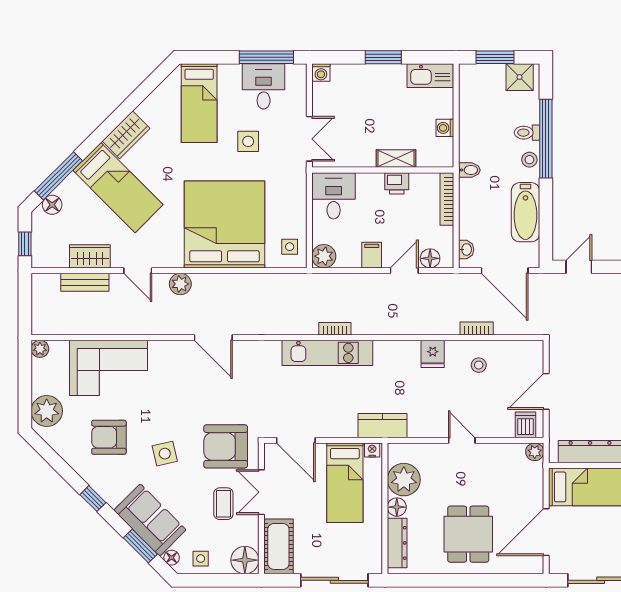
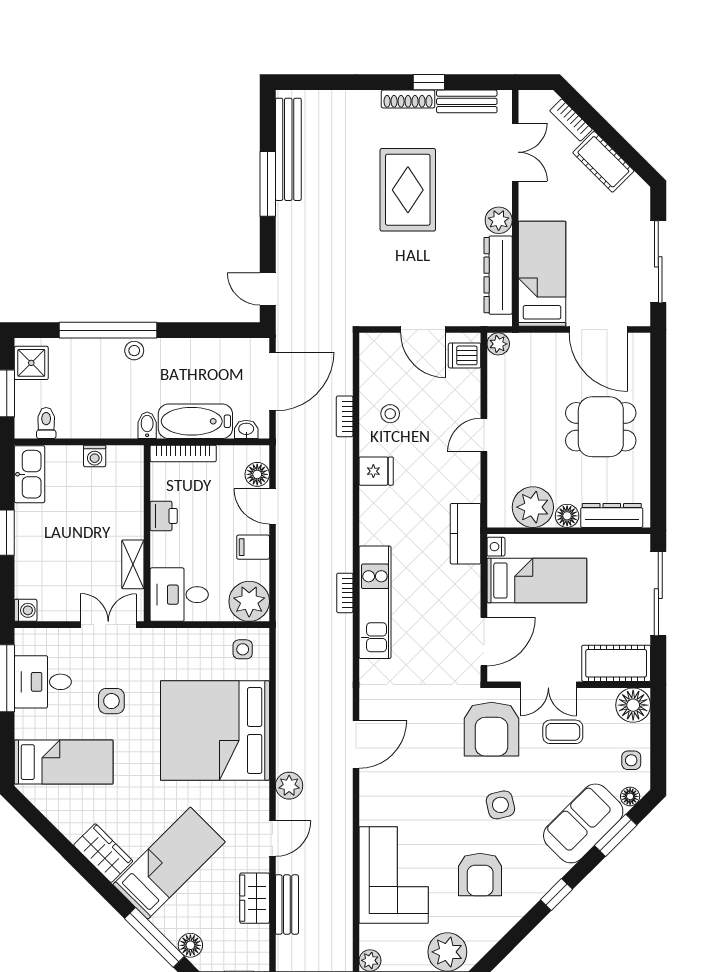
toilet: (527, 133) -> (46, 423), moved, turned 180
shelving: (396, 159) -> (133, 564), moved
bathtub: (525, 212) -> (195, 421), moved, turned 180
plant: (324, 256) -> (249, 601), width x1.36, depth x1.36

